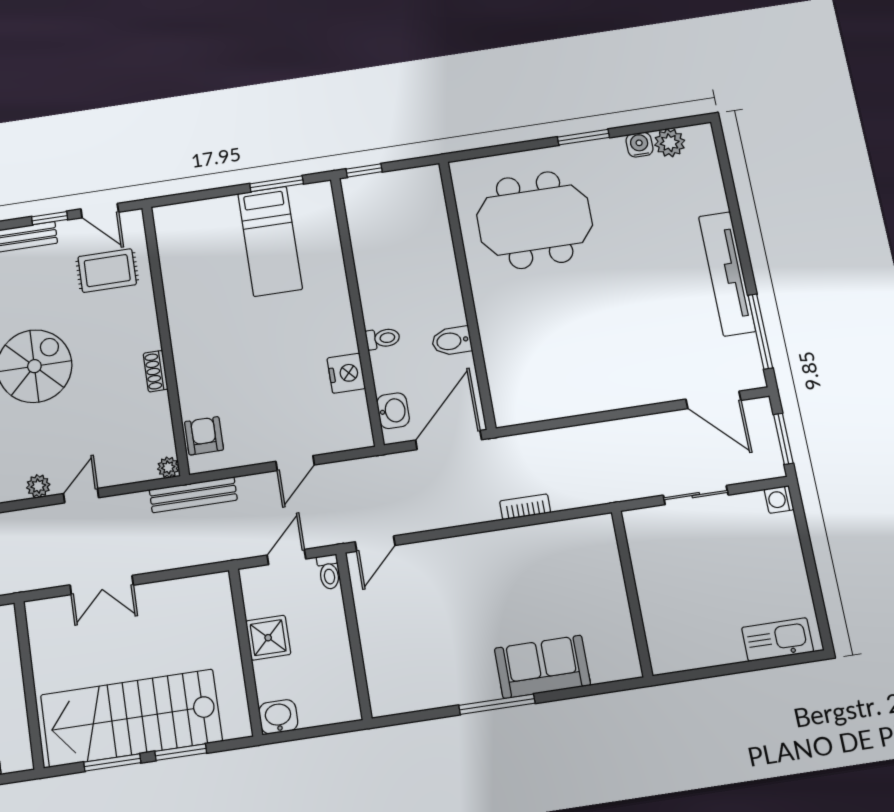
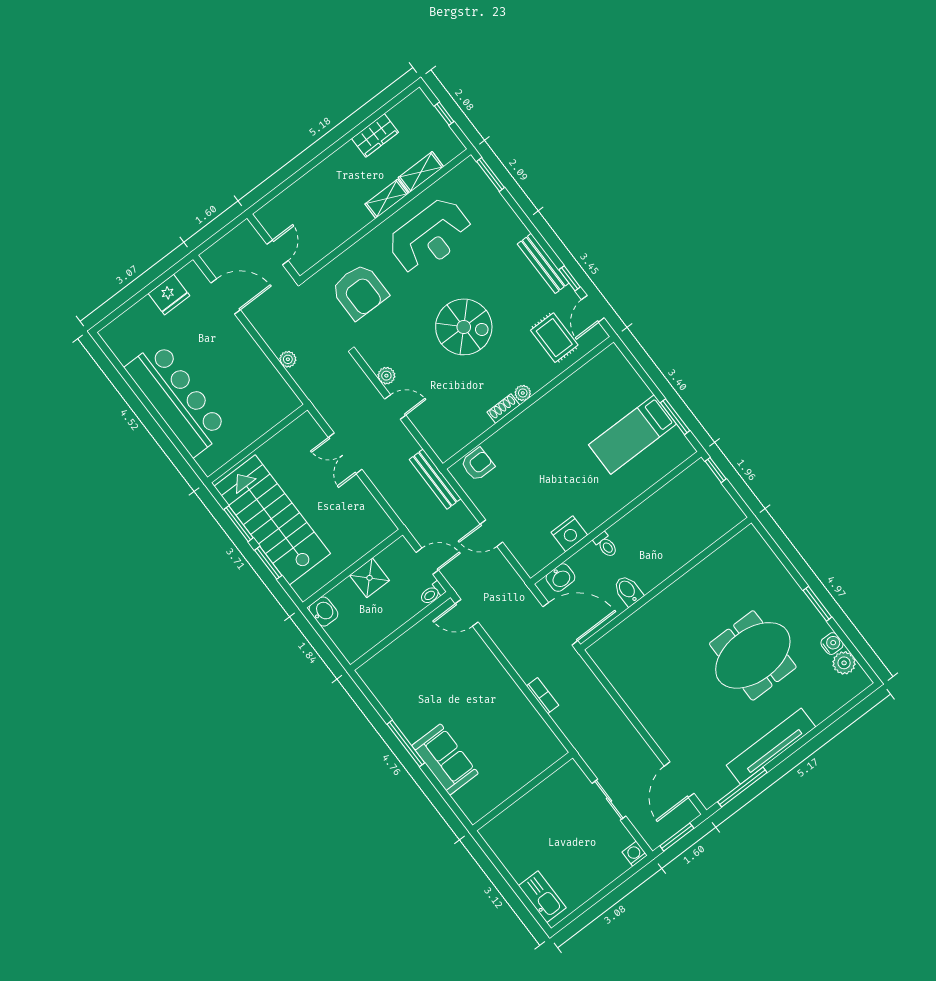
meeting table: (535, 220) -> (753, 655), moved, turned 90
plant: (168, 467) -> (523, 393), moved

